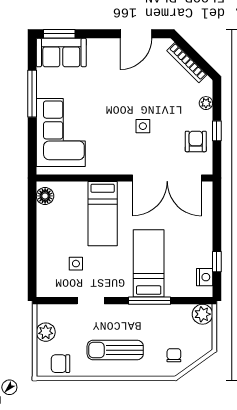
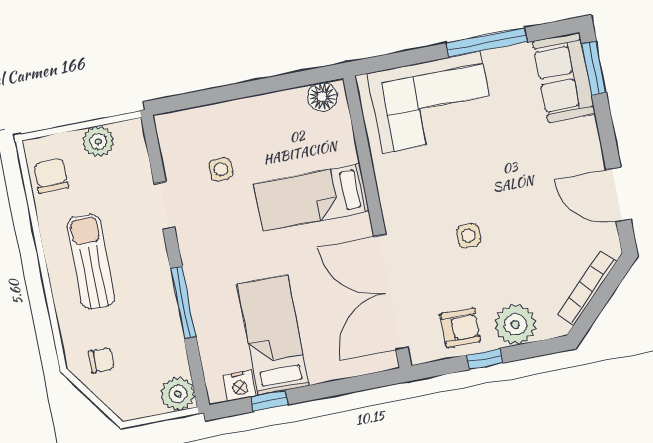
plant: (206, 103) -> (515, 324), width x1.87, depth x1.87
bed: (149, 263) -> (273, 335), moved, turned -90

